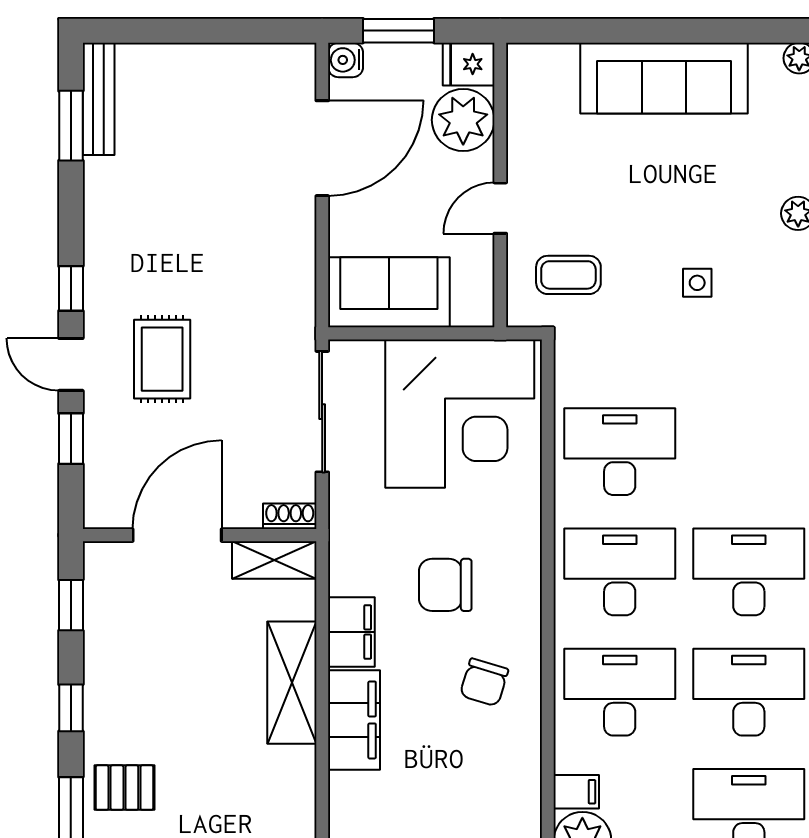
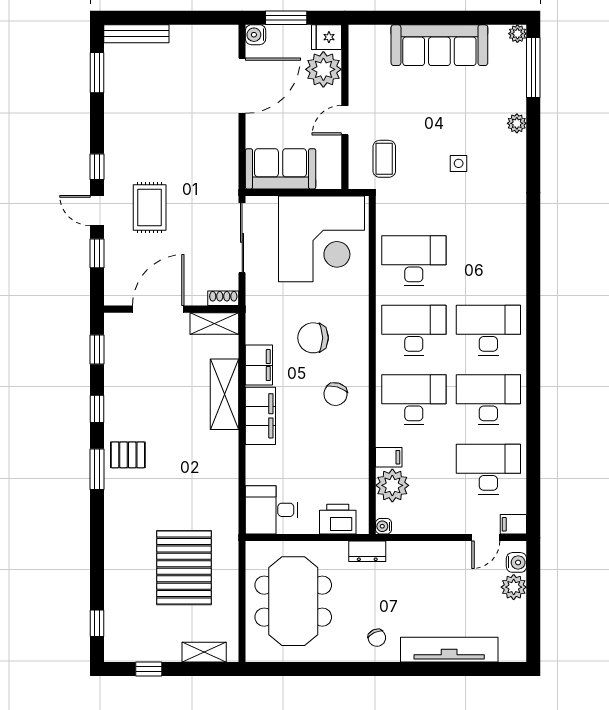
bench: (99, 99) -> (136, 34), moved, turned 90
coffee table: (568, 275) -> (384, 159), turned 90

